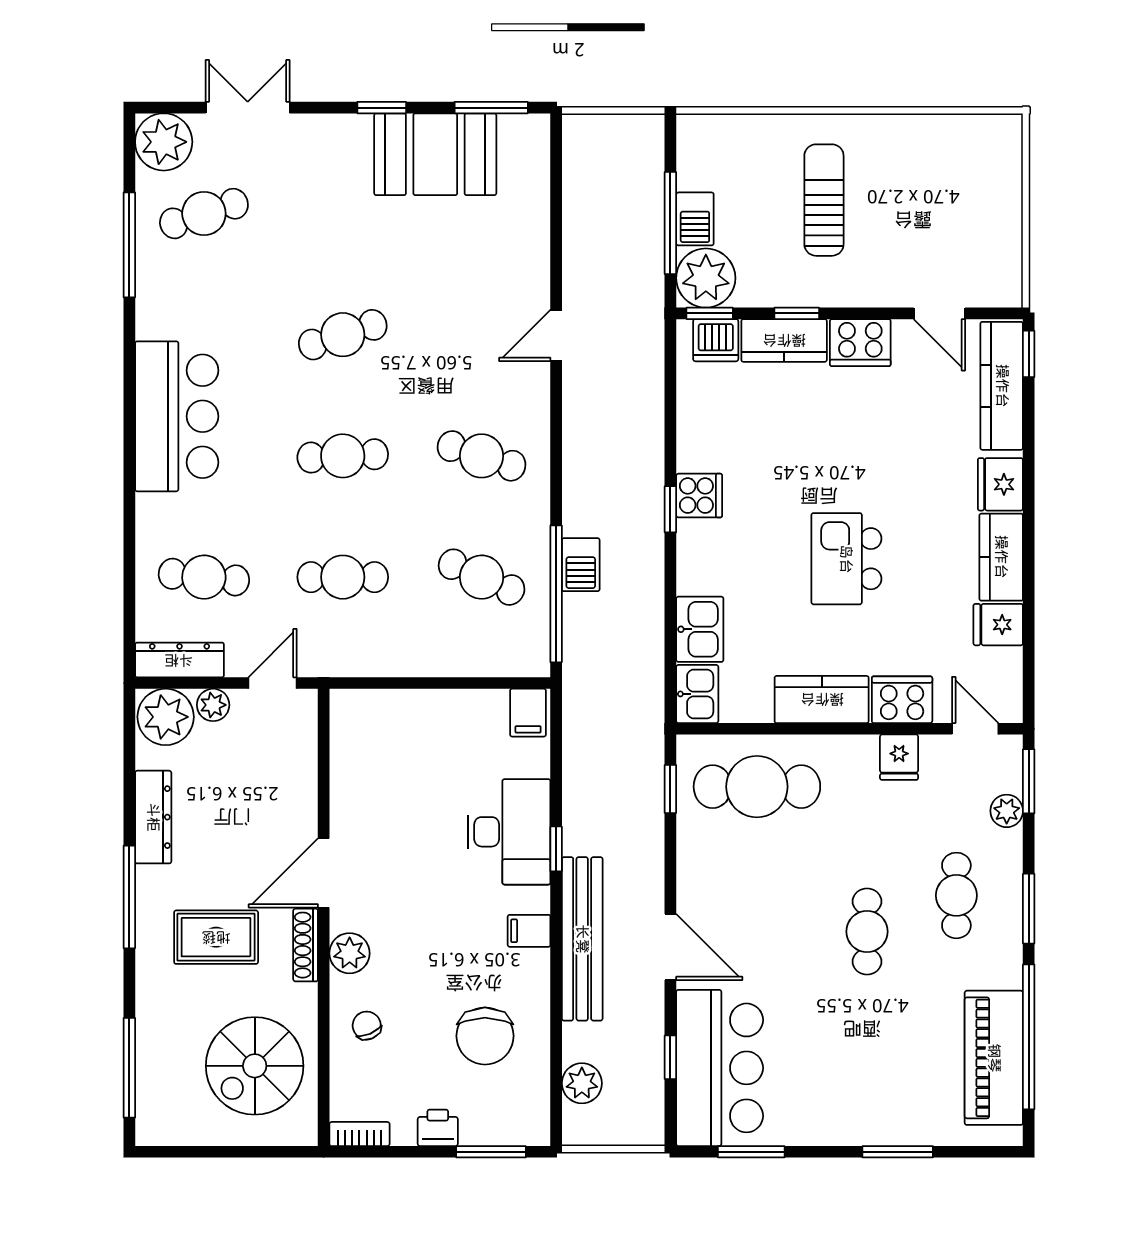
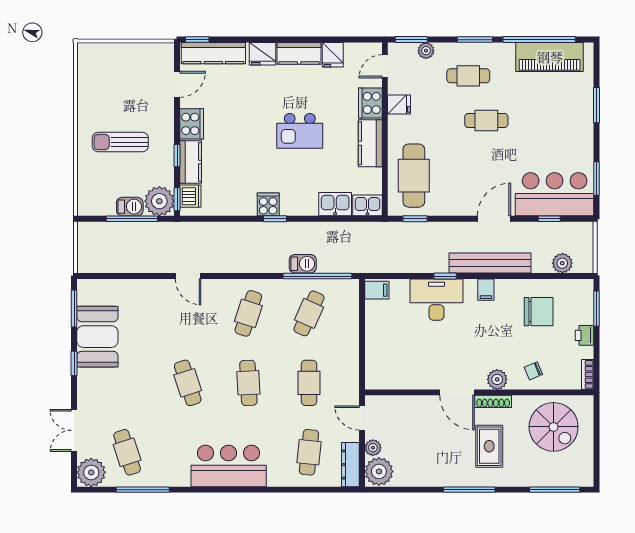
dresser: (153, 817) -> (429, 478), removed

